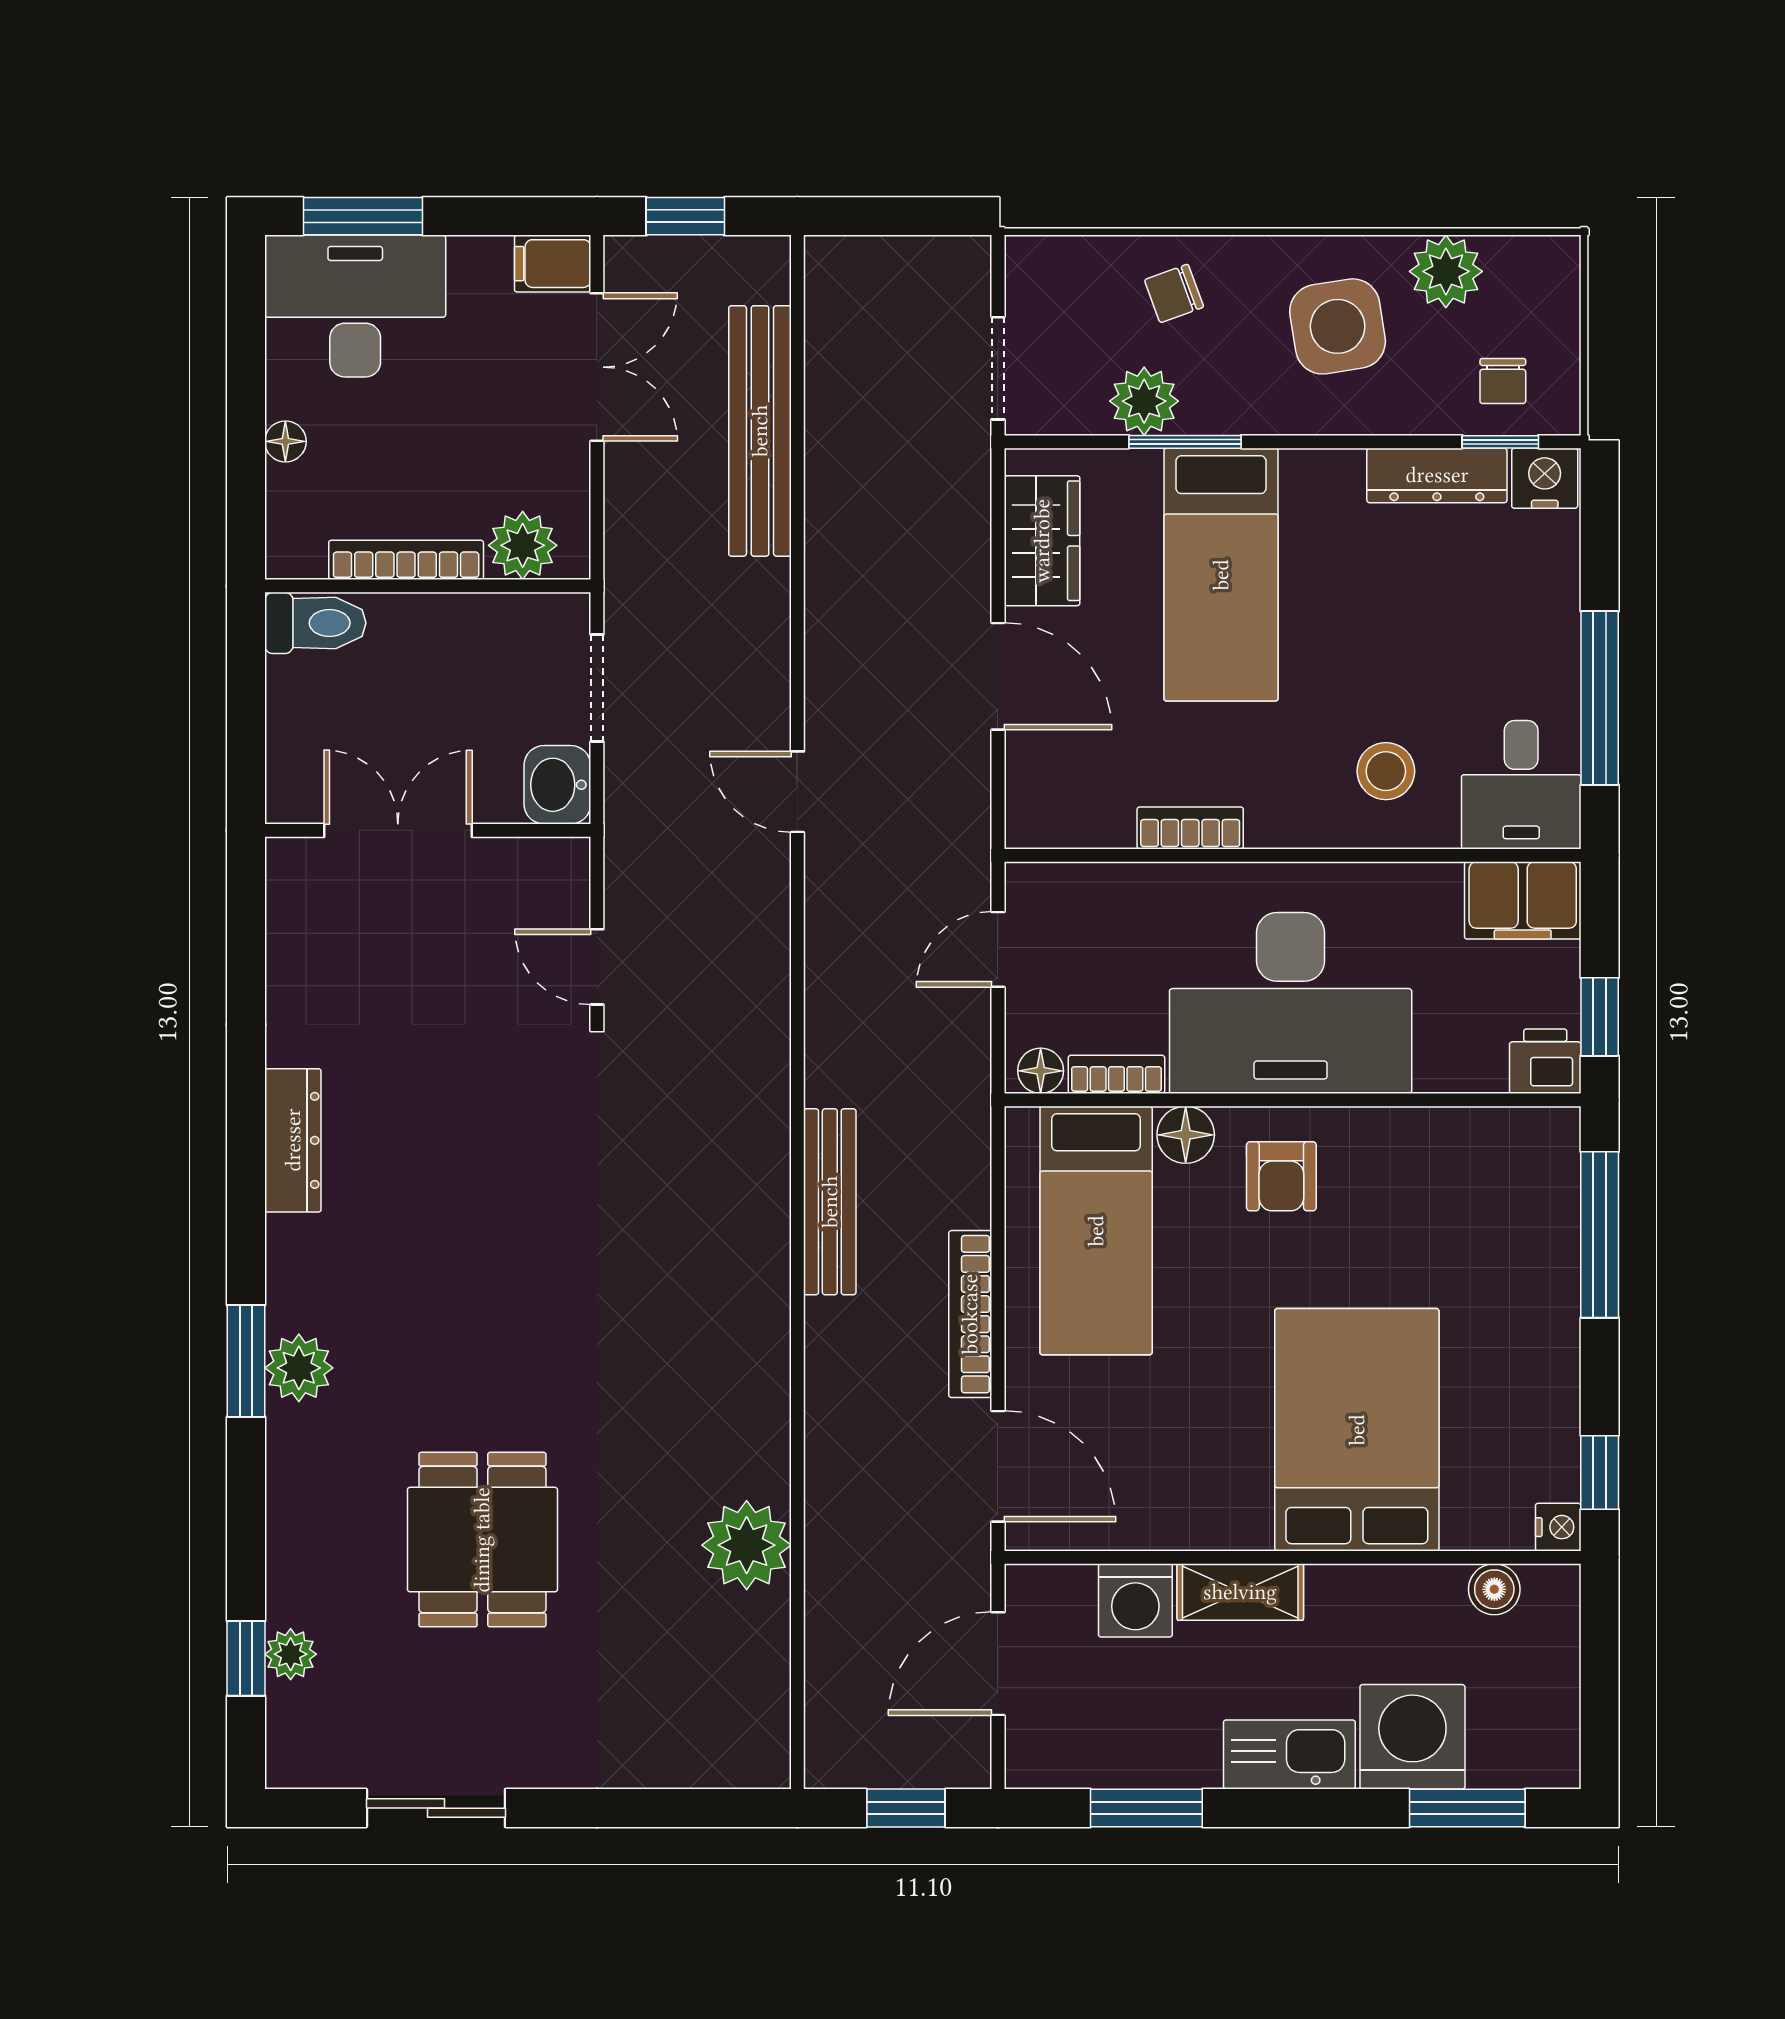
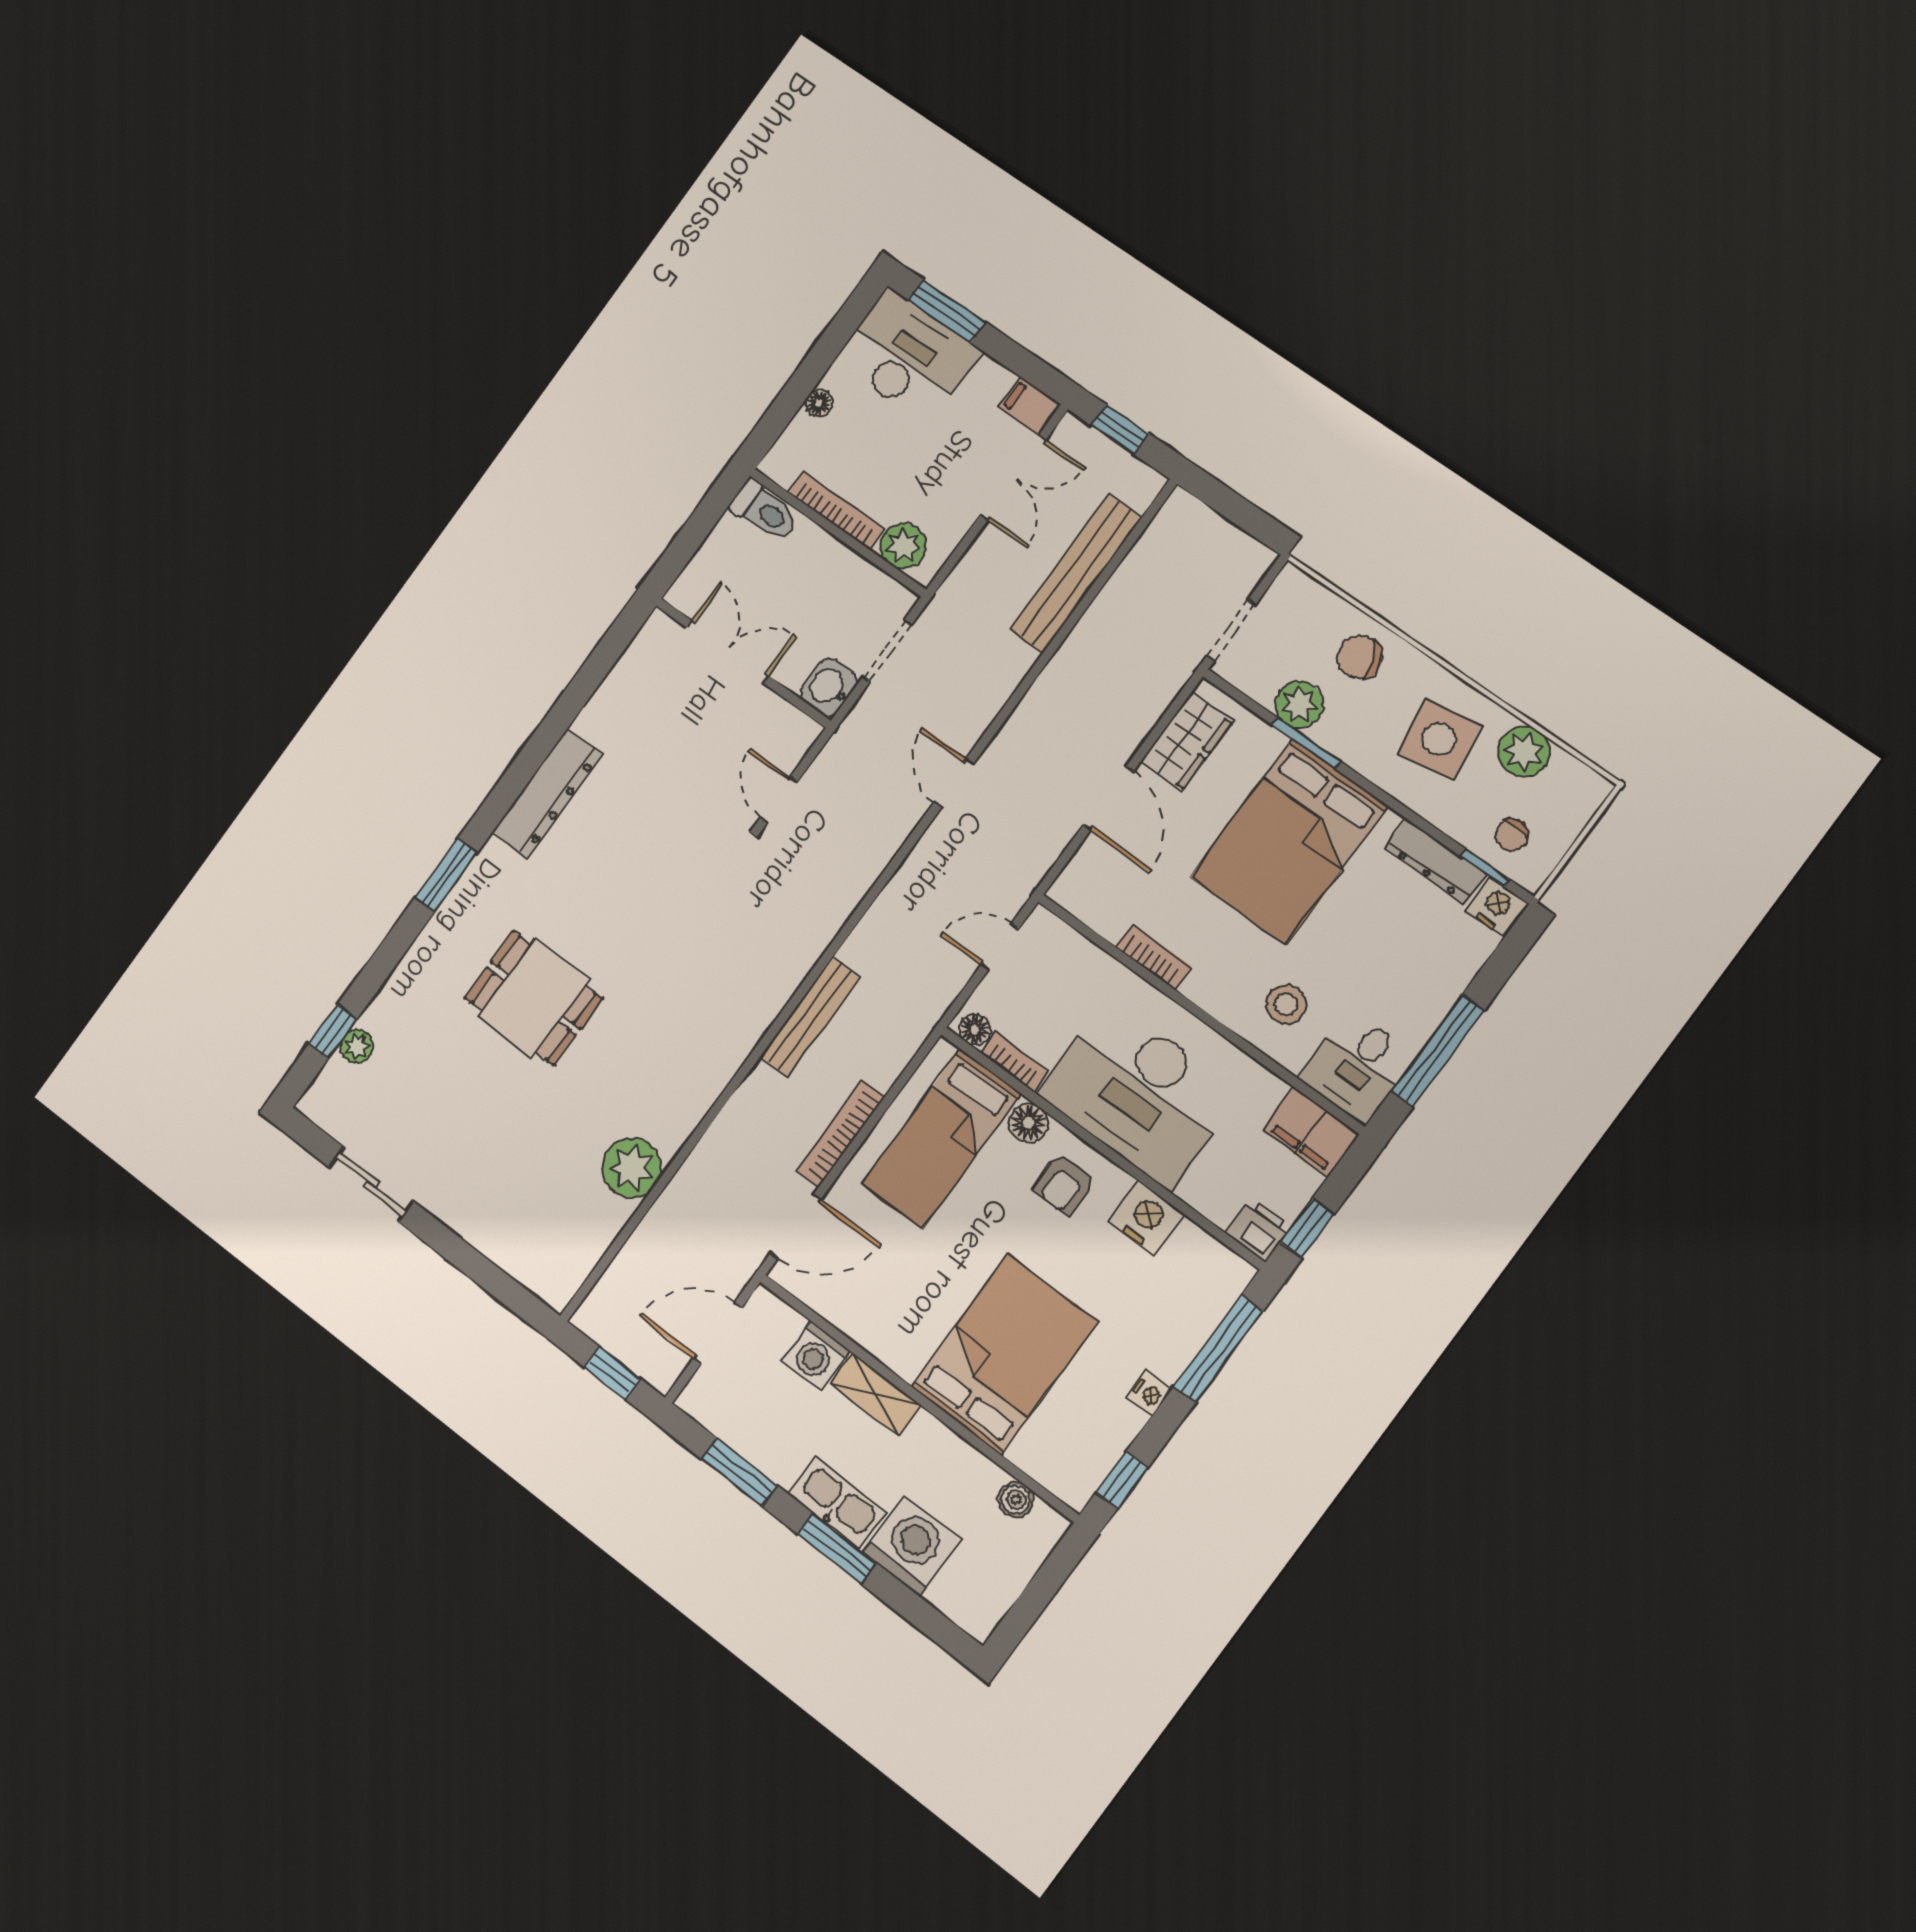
chair: (1174, 293) -> (1360, 657), width x1.37, depth x1.37
bed: (1221, 575) -> (1289, 841), width x1.50
dresser: (293, 1140) -> (548, 793), width x1.37, depth x1.24
nightstand: (1405, 1144) -> (1146, 1218), added
plant: (299, 1368) -> (470, 899), removed
door: (998, 1466) -> (795, 1227), hinge flipped
nightstand: (1558, 1527) -> (1149, 1394), moved
dining table: (482, 1540) -> (534, 998), moved, turned 90
window: (1467, 1808) -> (837, 1549), moved

